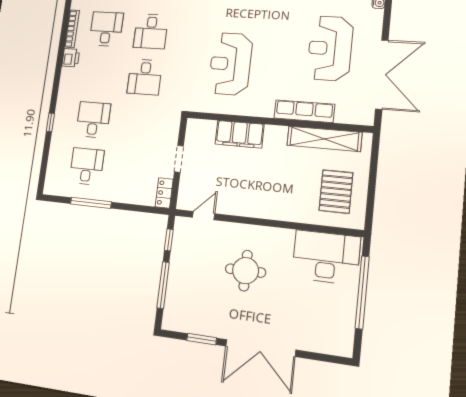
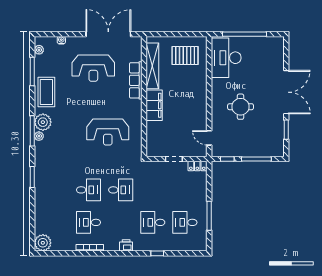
printer: (71, 58) -> (126, 245), moved
filing cabinet: (240, 134) -> (154, 105), moved

